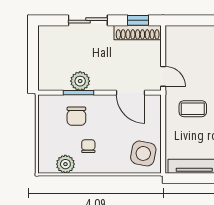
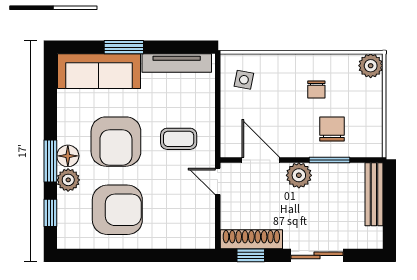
bench: (45, 67) -> (374, 194), added
plant: (80, 81) -> (299, 175), moved
side table: (143, 153) -> (244, 80), width x0.54, depth x0.54
plant: (65, 164) -> (371, 66), moved

